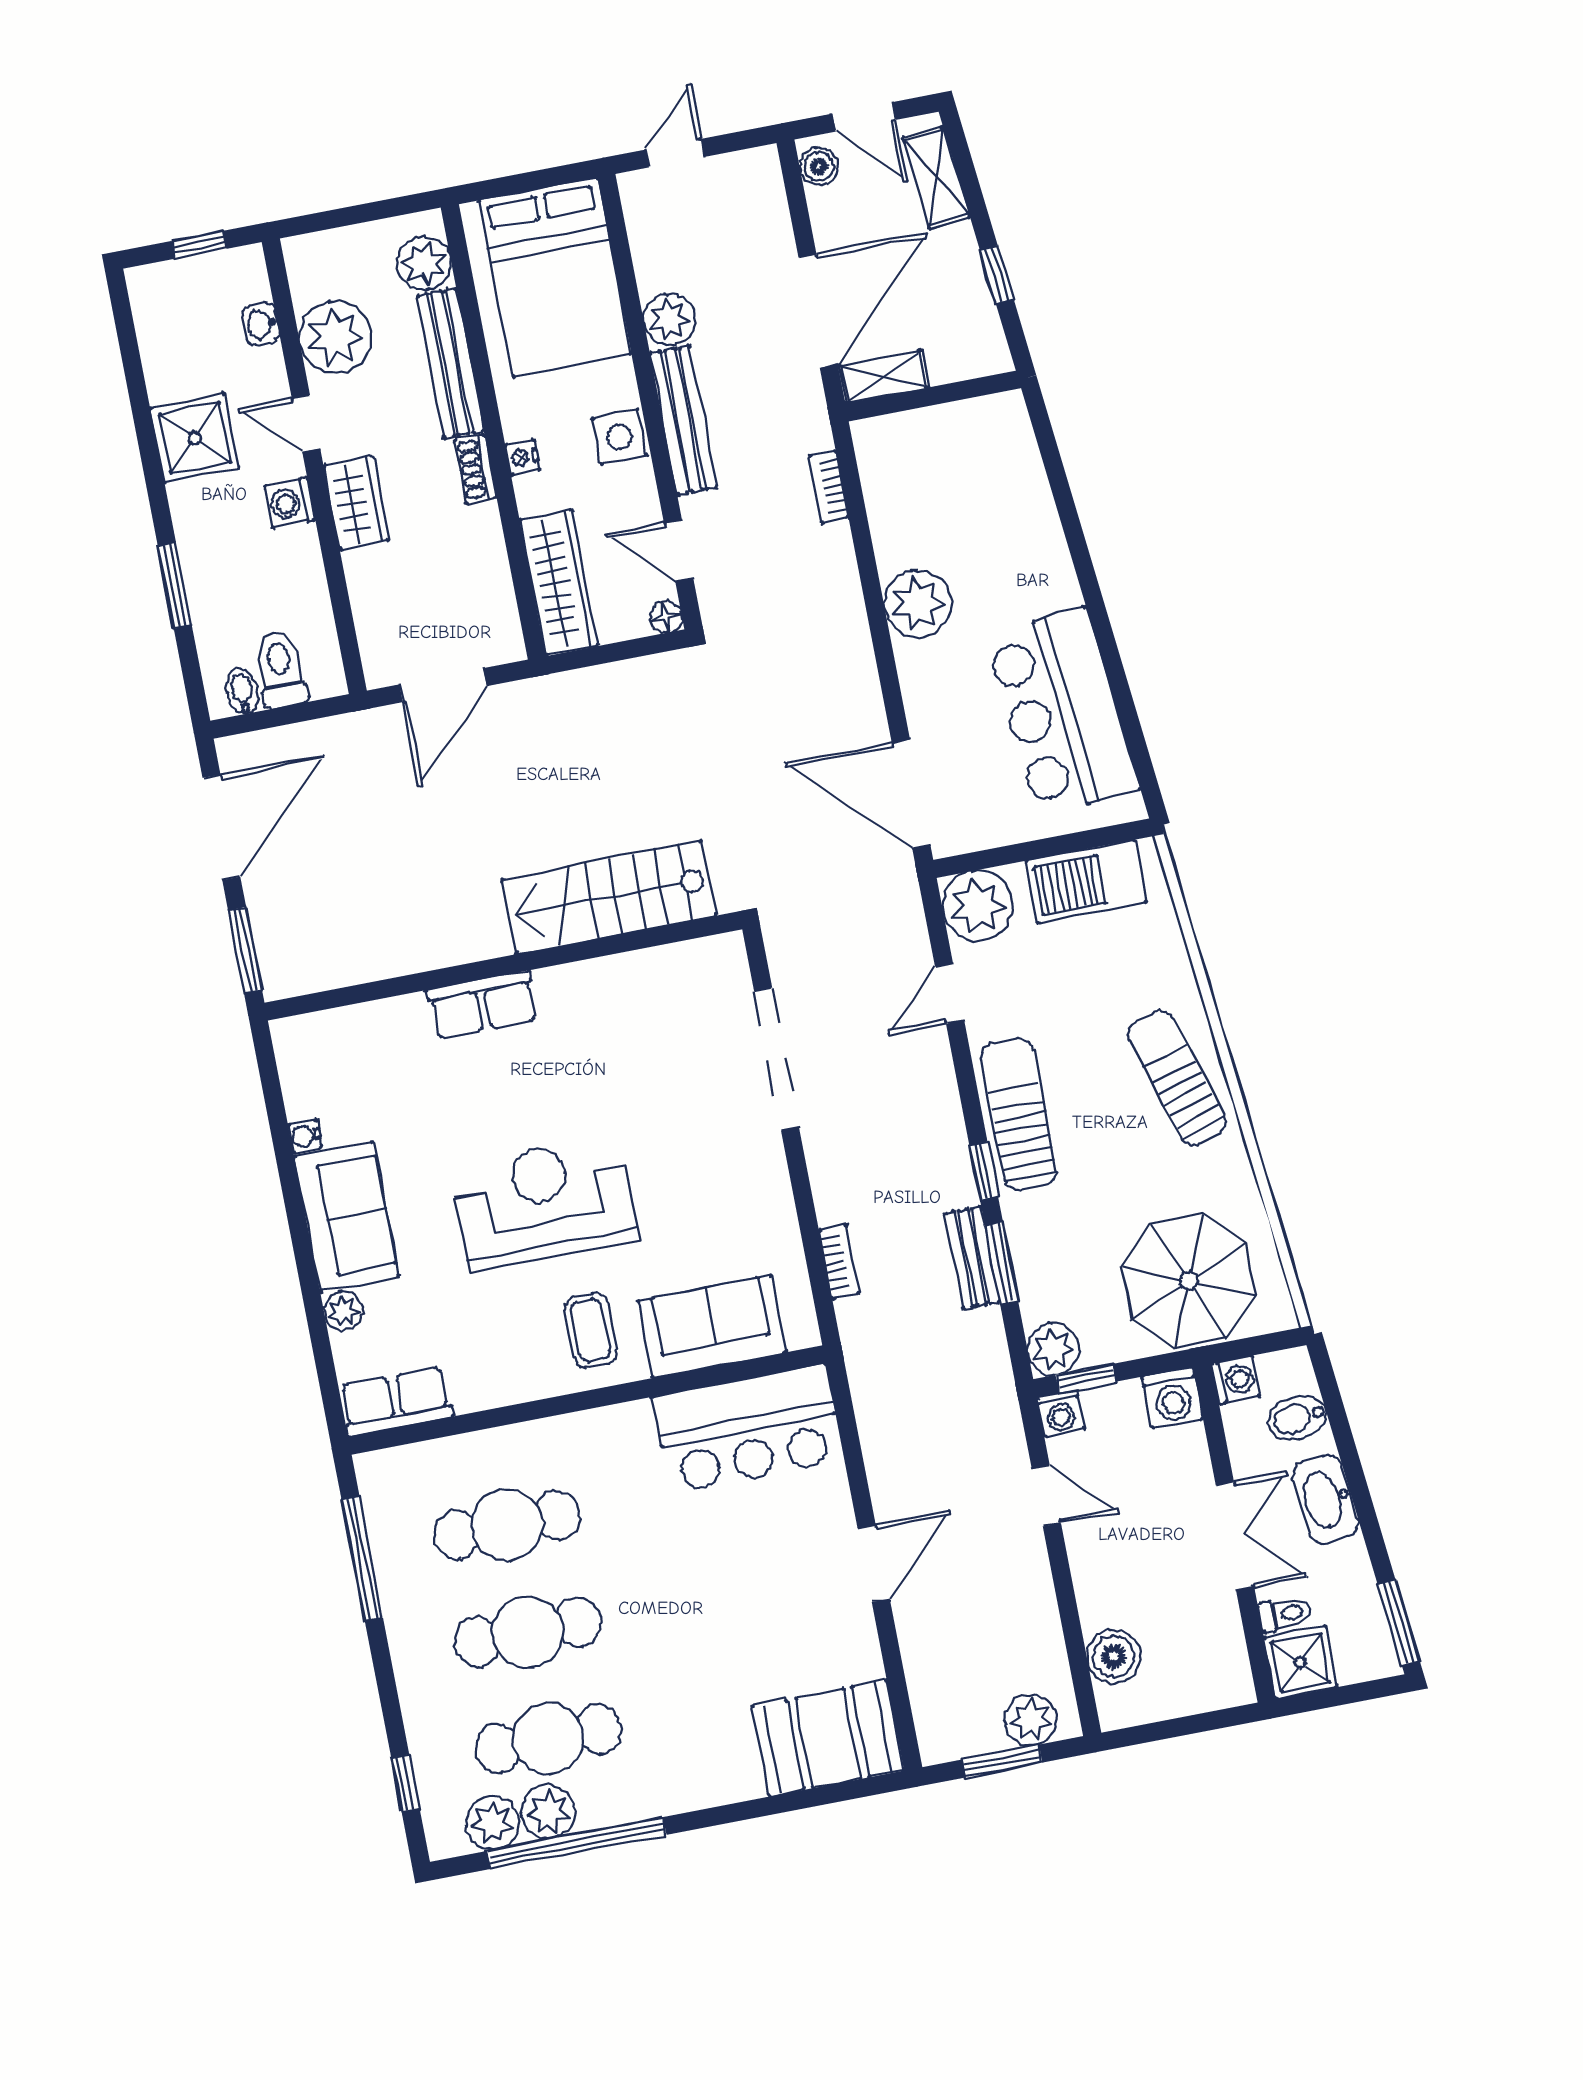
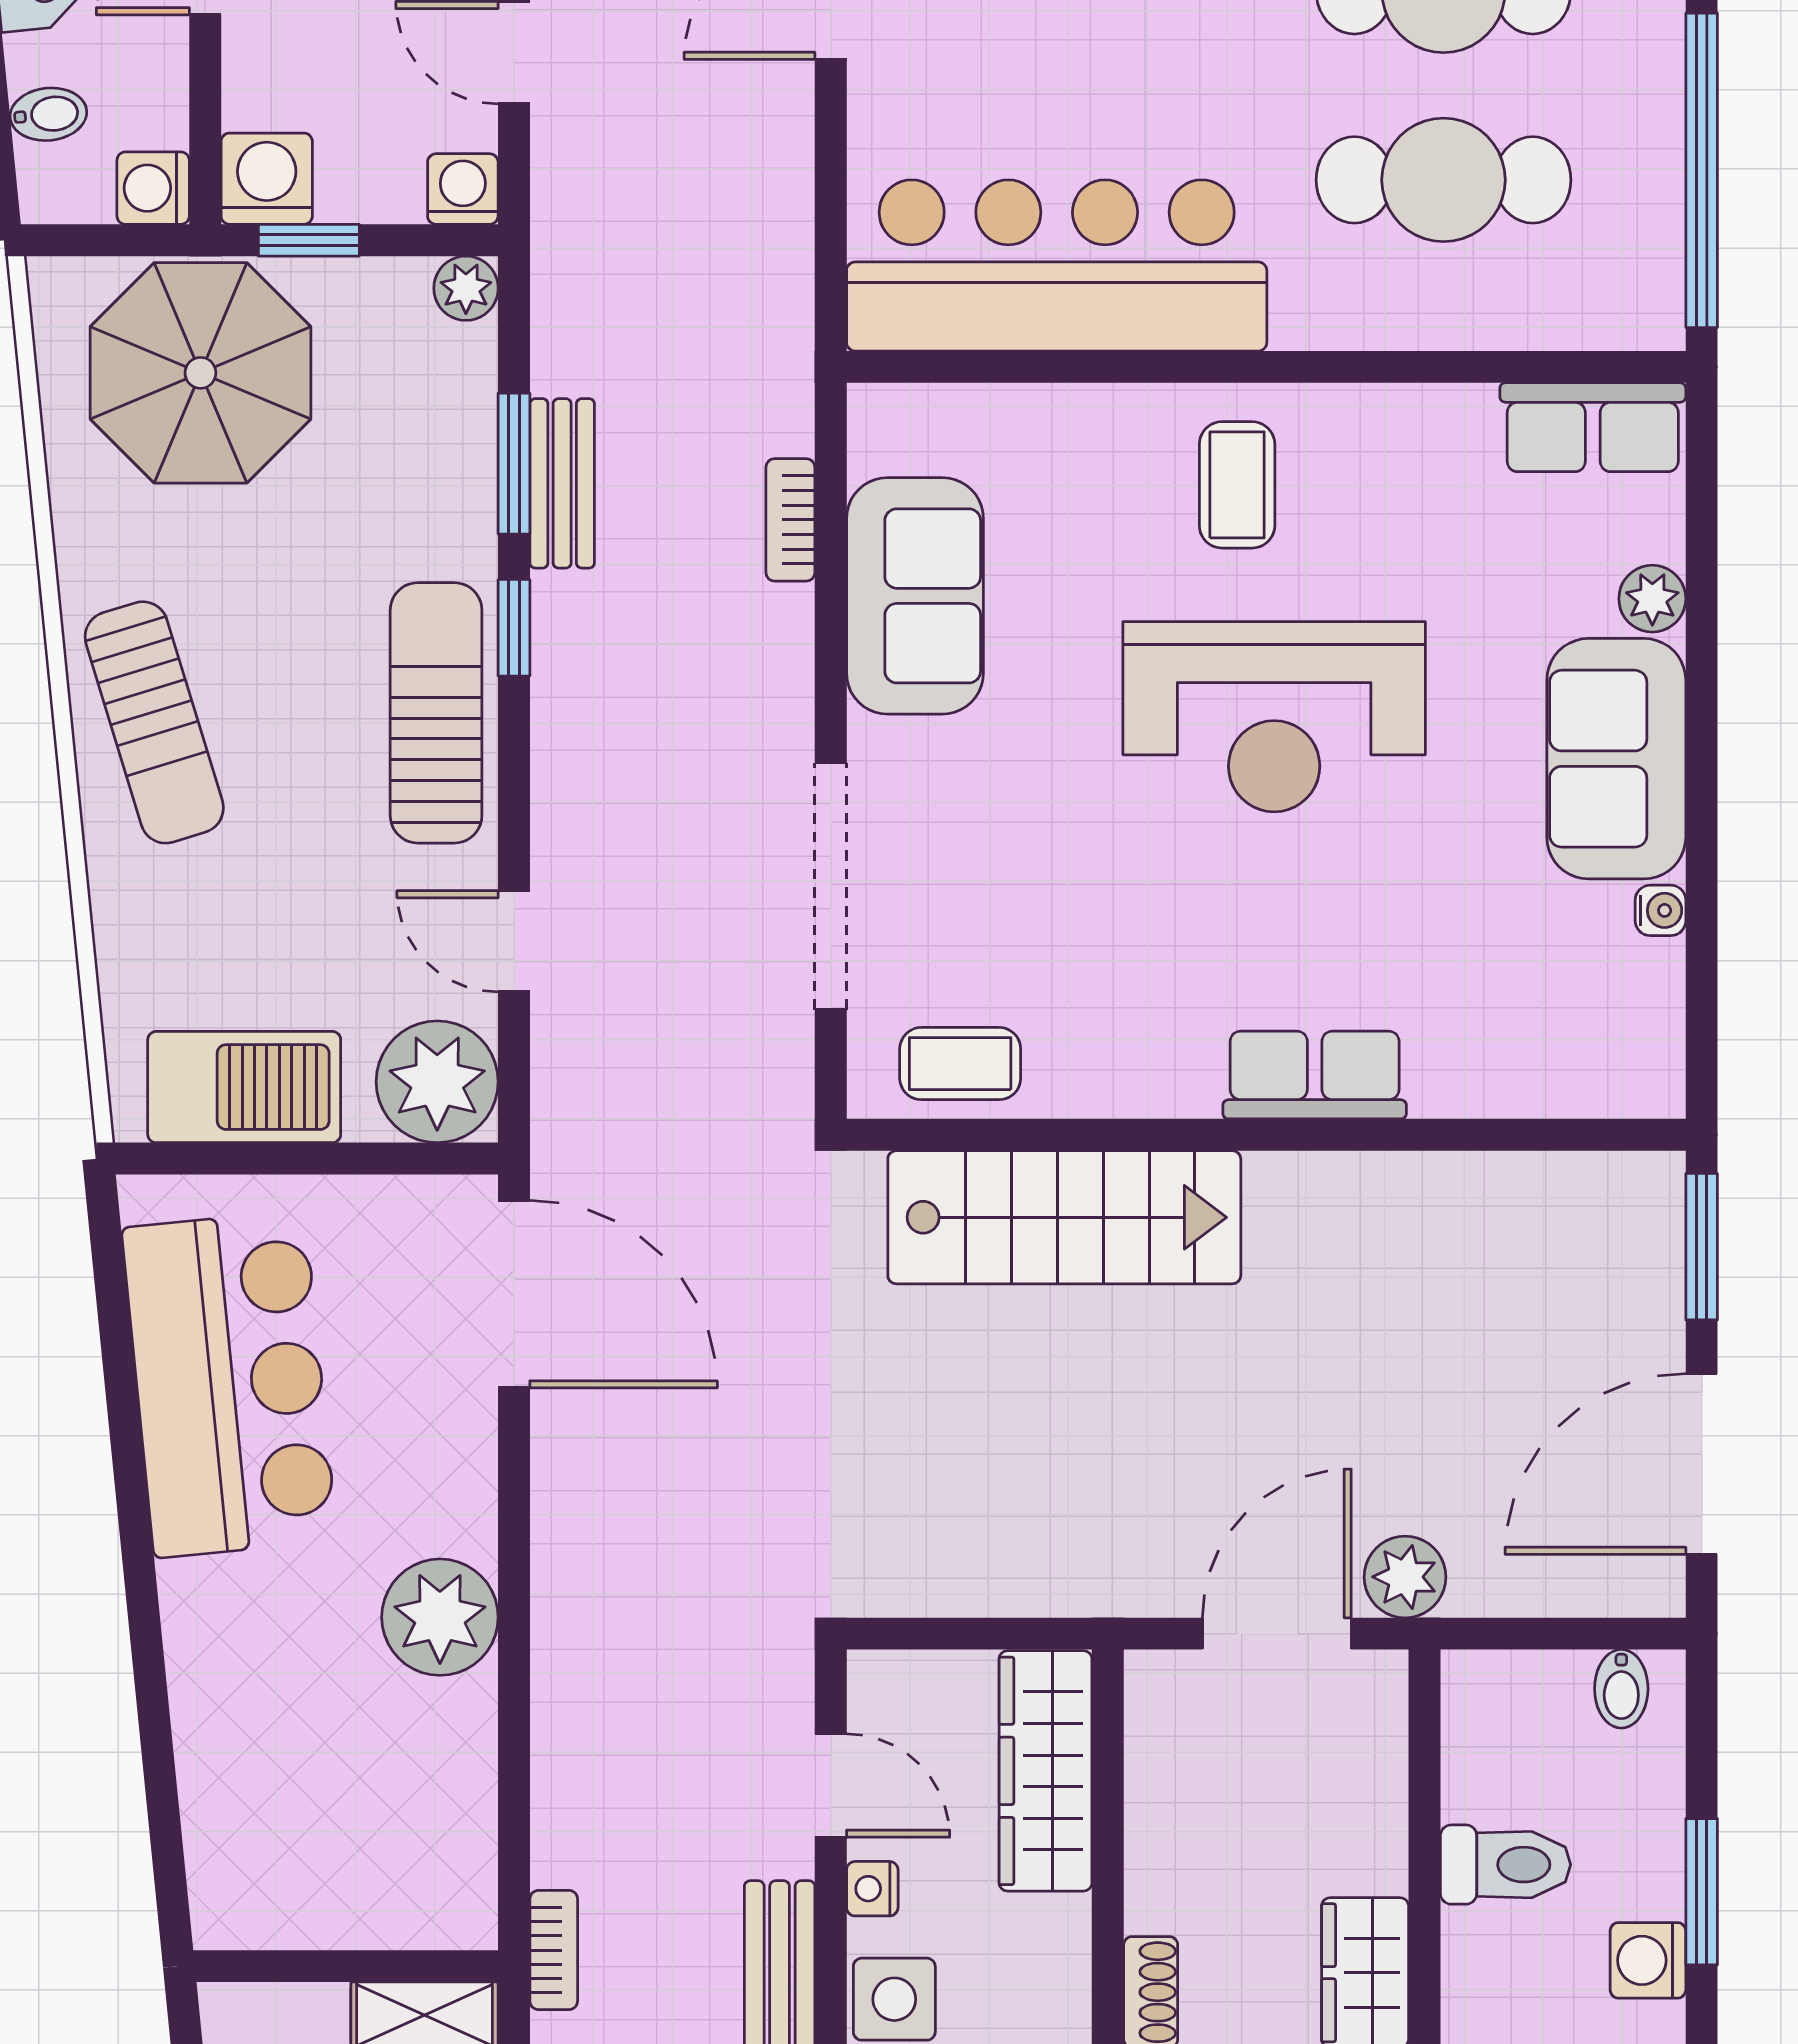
nightstand: (523, 457) -> (872, 1889), moved, turned 180
bookcase: (829, 487) -> (554, 1950), moved
washing machine: (290, 503) -> (1648, 1960), moved, turned 180
floor lamp: (666, 617) -> (874, 1677), removed
toilet: (281, 669) -> (1506, 1865), moved, turned -90
plant: (377, 731) -> (1405, 1577), added
coffee table: (684, 973) -> (960, 1064), added
door: (950, 993) -> (514, 941), swing flipped
sun lounger: (1018, 1114) -> (436, 713), turned 180
sofa: (712, 1327) -> (915, 596), moved, turned -90
plant: (1053, 1349) -> (466, 288), width x0.73, depth x0.73
window: (1086, 1378) -> (309, 240), moved
bidet: (1297, 1418) -> (48, 114), width x0.72, depth x0.74
bar counter: (748, 1429) -> (1057, 265), width x1.36
window: (362, 1559) -> (1702, 170), width x1.46

